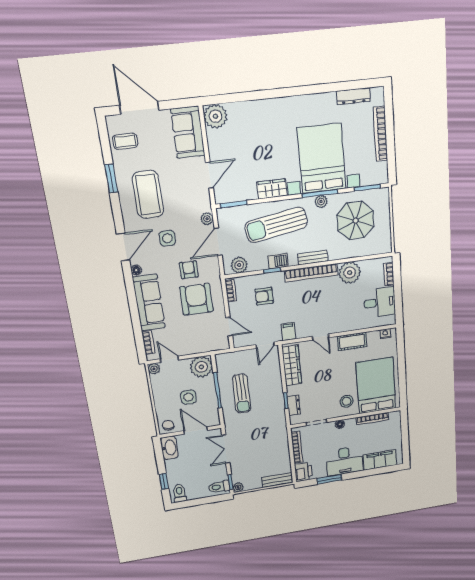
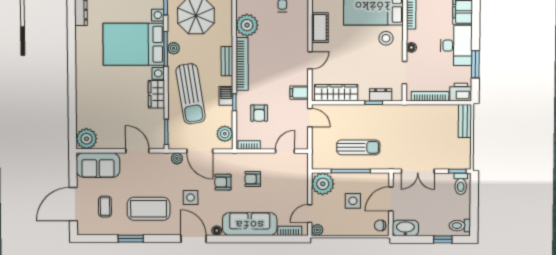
coffee table: (125, 141) -> (105, 207), moved
armchair: (196, 299) -> (253, 179), width x0.53, depth x0.53
plant: (238, 487) -> (465, 164), removed

